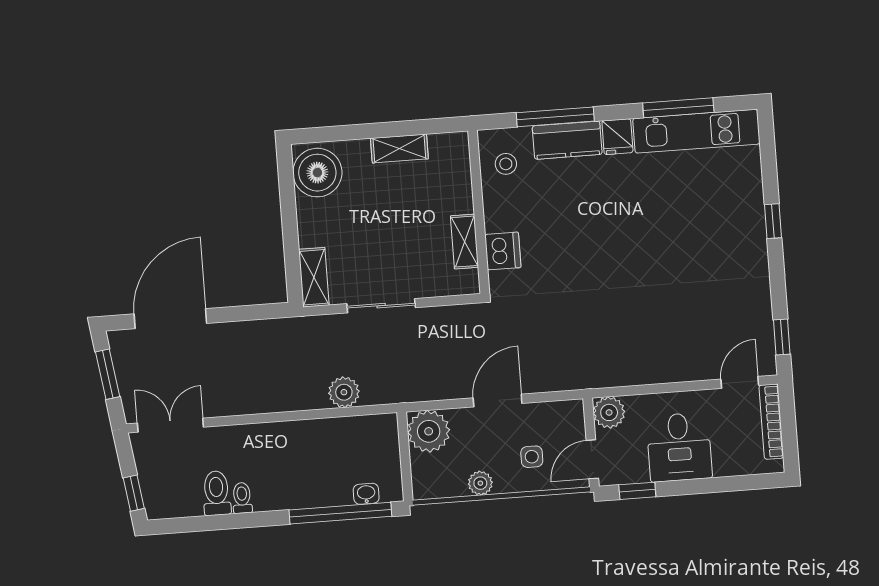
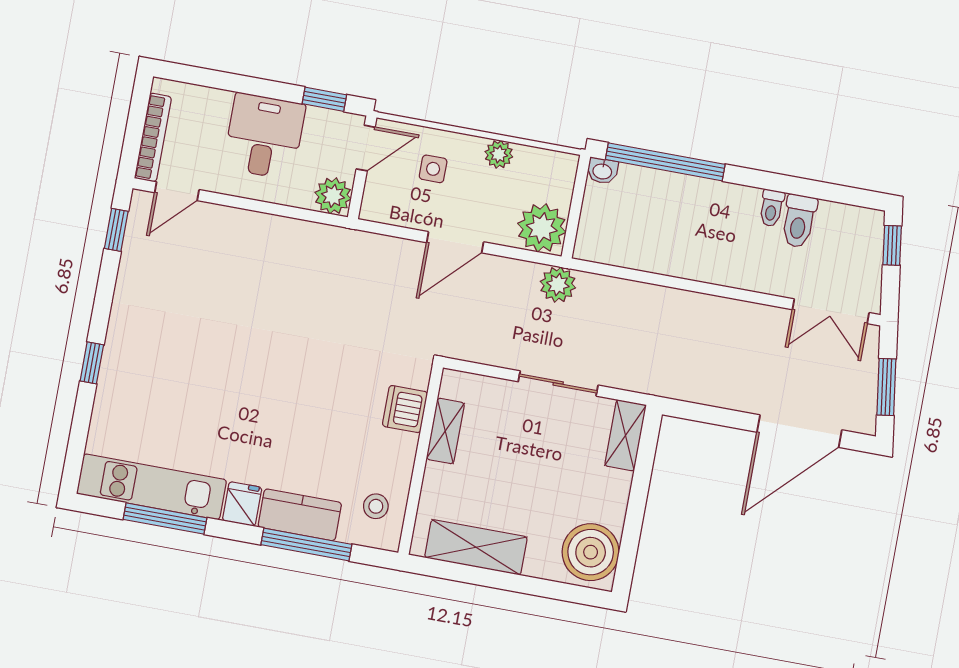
shelving: (399, 149) -> (476, 547), width x1.50, depth x1.33
plant: (344, 392) -> (558, 285), moved
washbasin: (366, 494) -> (602, 171), moved

